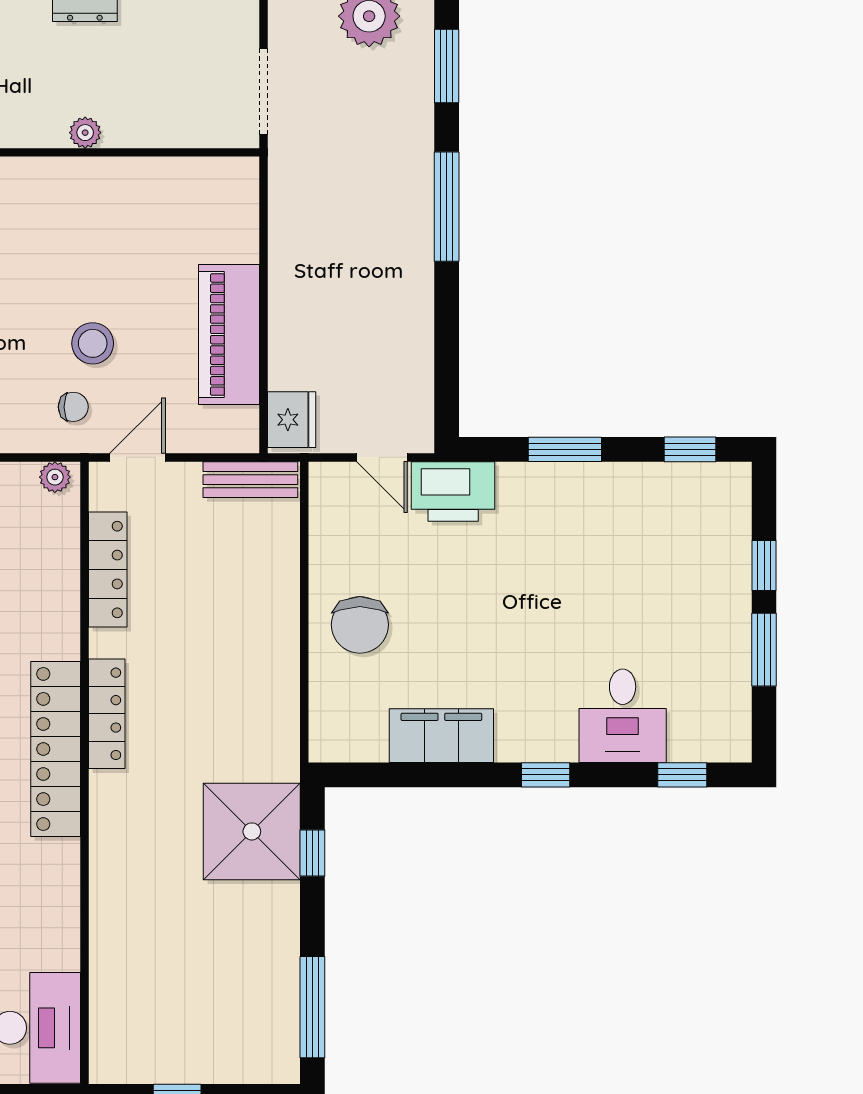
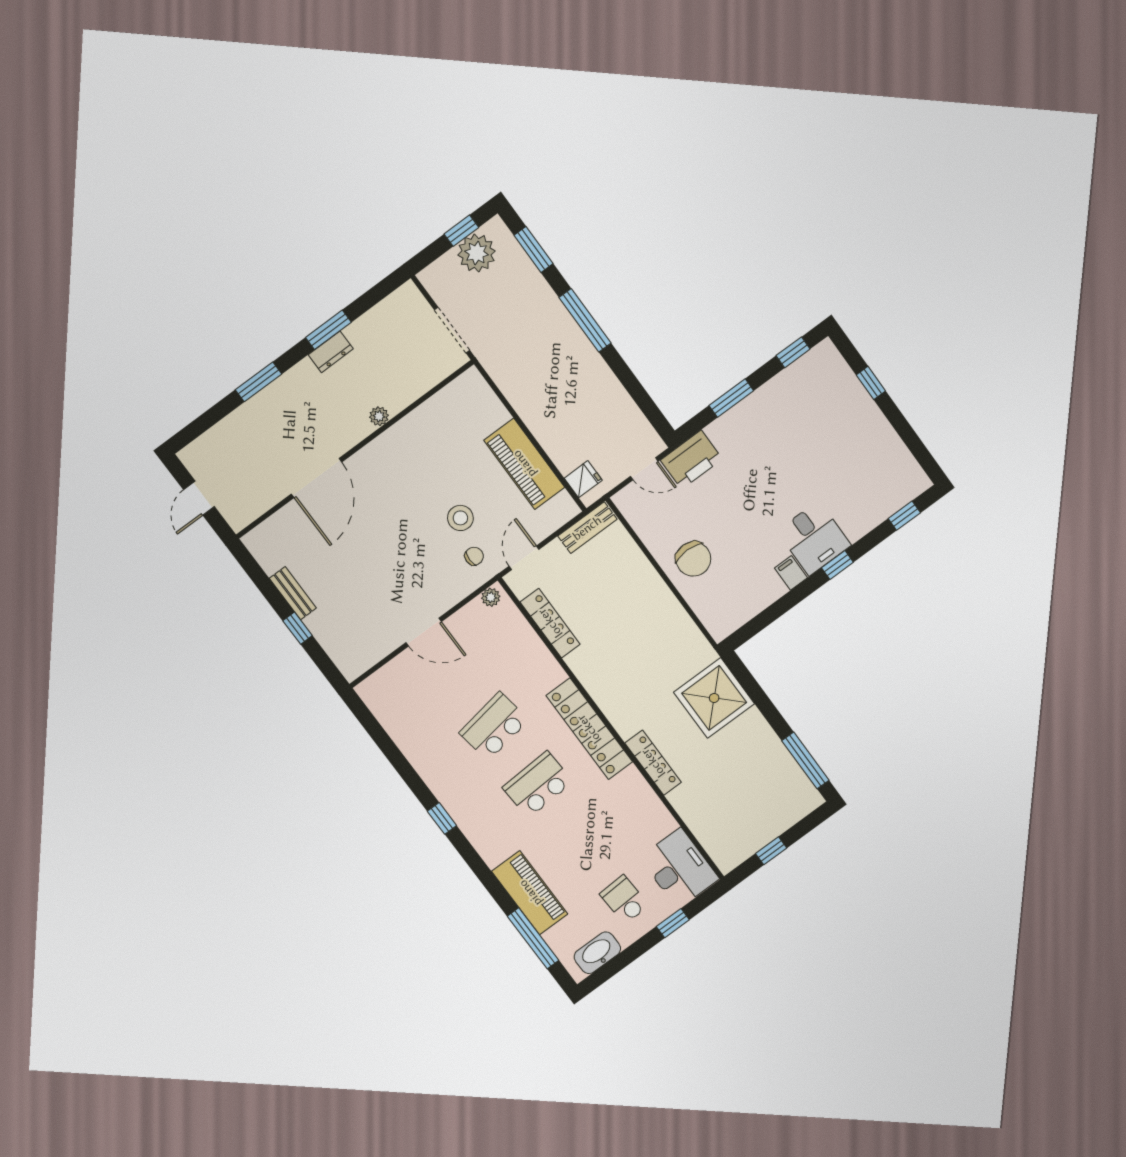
fridge: (292, 420) -> (583, 479), width x0.72
window: (764, 650) -> (901, 425), removed
locker: (107, 714) -> (653, 763), moved
desk: (623, 716) -> (814, 538), moved
filing cabinet: (441, 736) -> (791, 573), width x0.33, depth x0.86
window: (312, 853) -> (751, 687), removed

